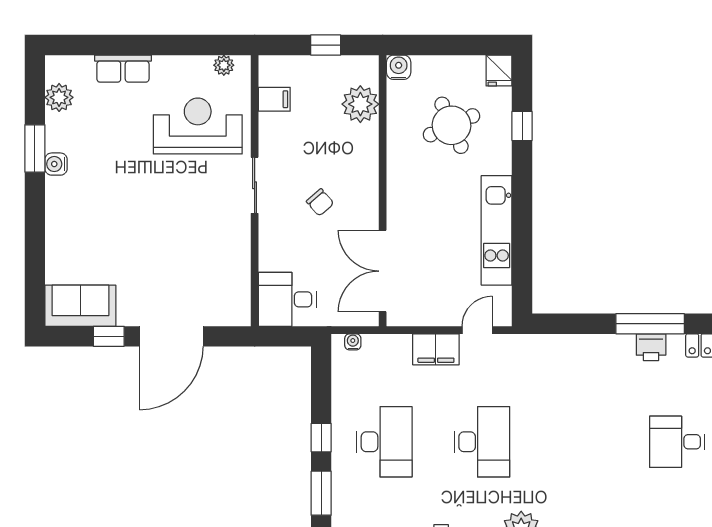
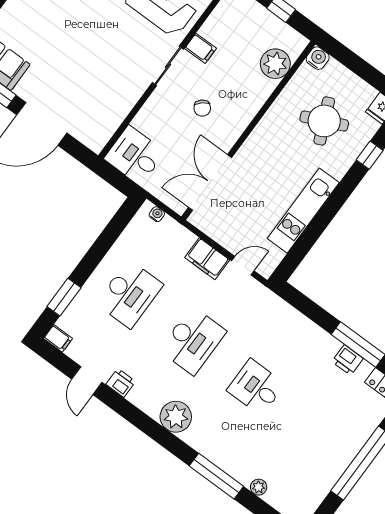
filing cabinet: (274, 99) -> (200, 48), moved
window: (321, 438) -> (91, 261), removed
desk: (677, 442) -> (256, 387), moved

